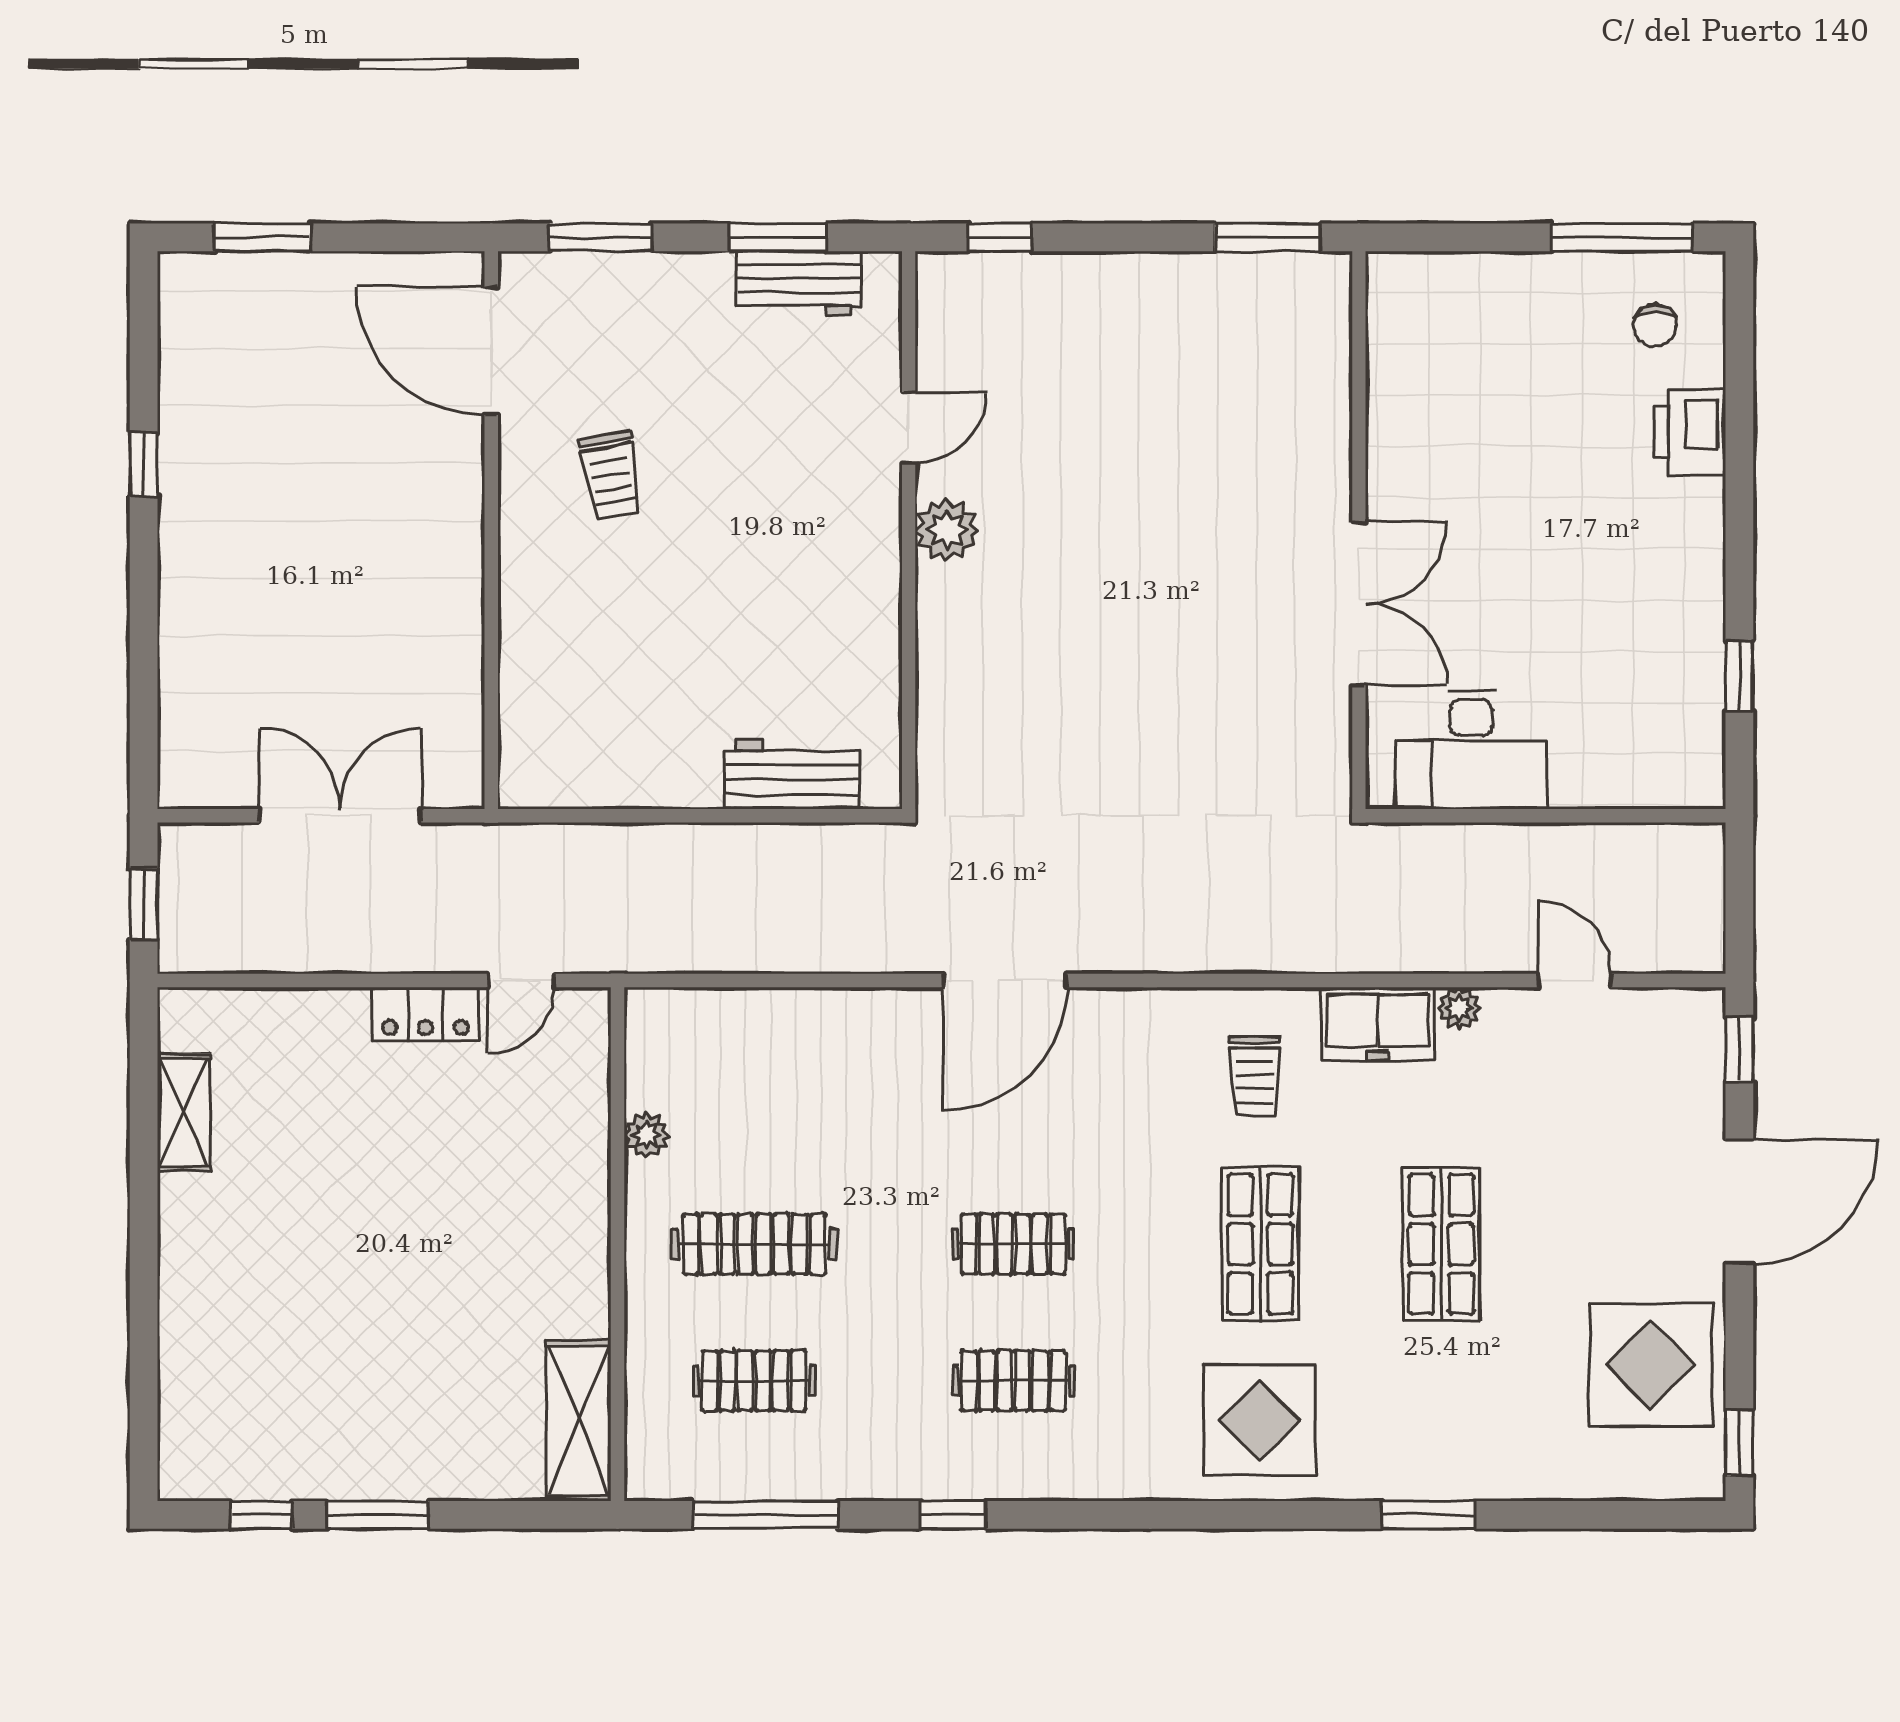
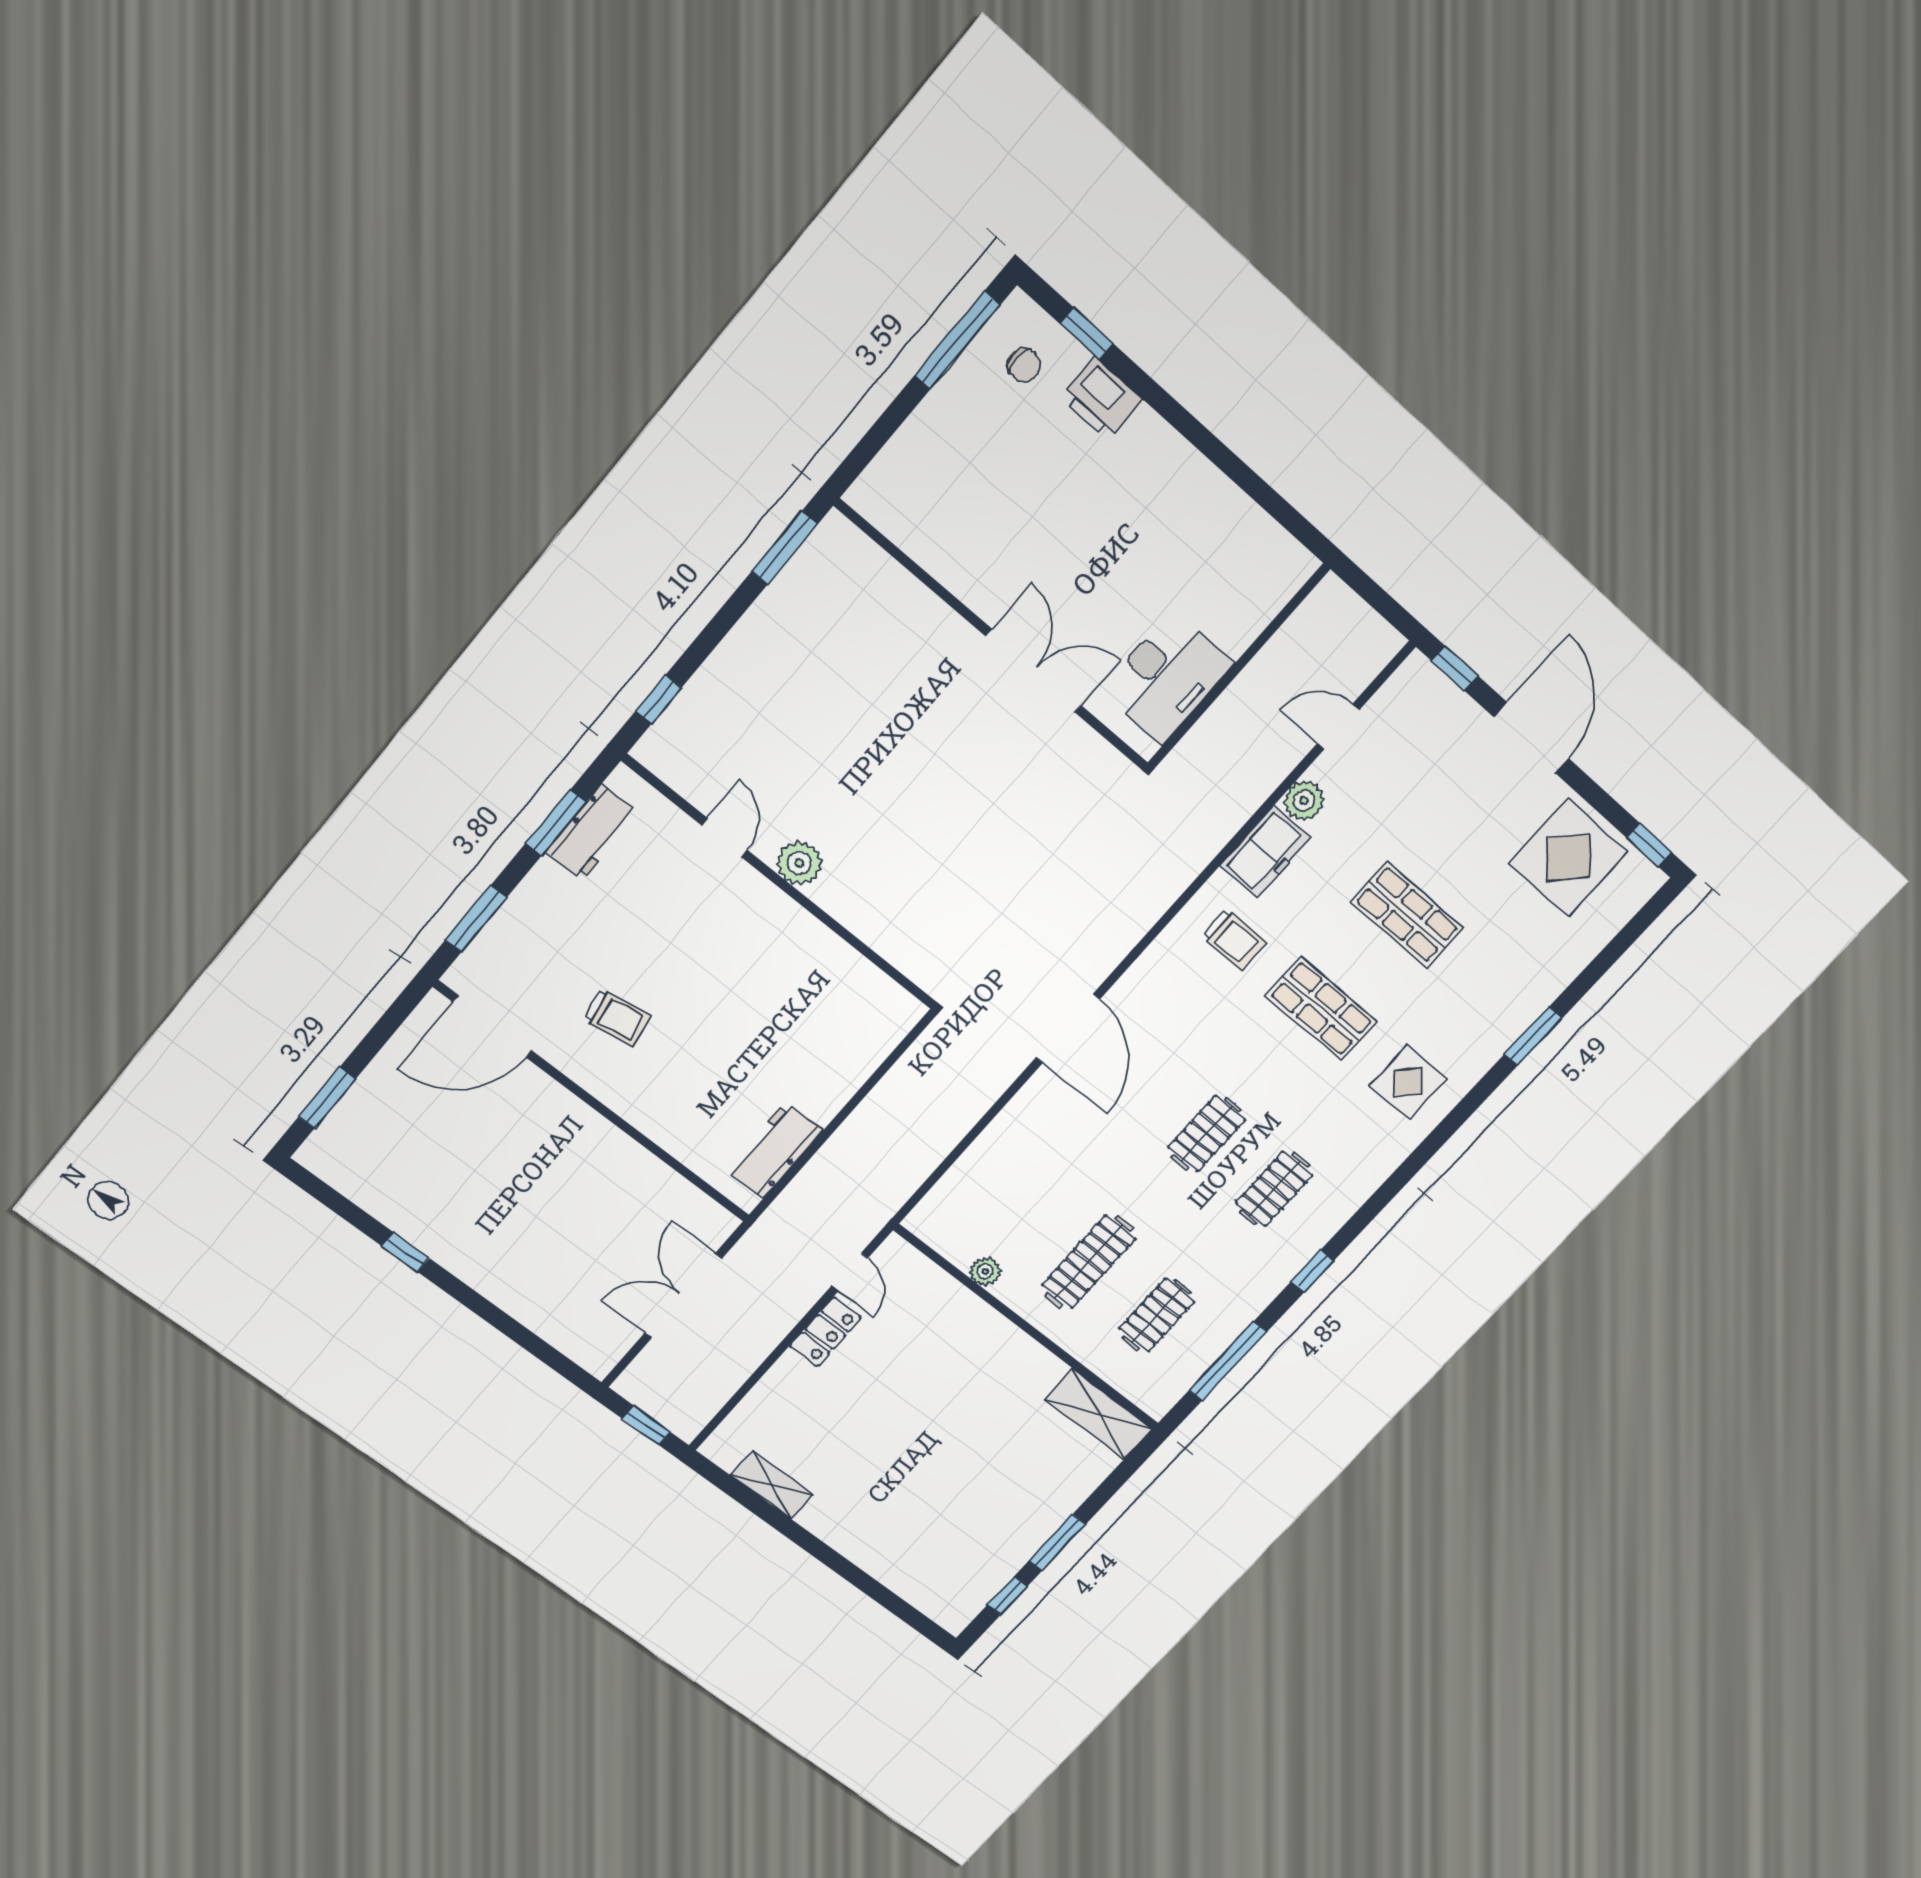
window: (1739, 676) -> (1086, 334), moved
workbench: (792, 774) -> (774, 1150), moved
plant: (1459, 1008) -> (1304, 801), width x1.38, depth x1.38
display table: (1260, 1420) -> (1408, 1082), width x0.73, depth x0.73

